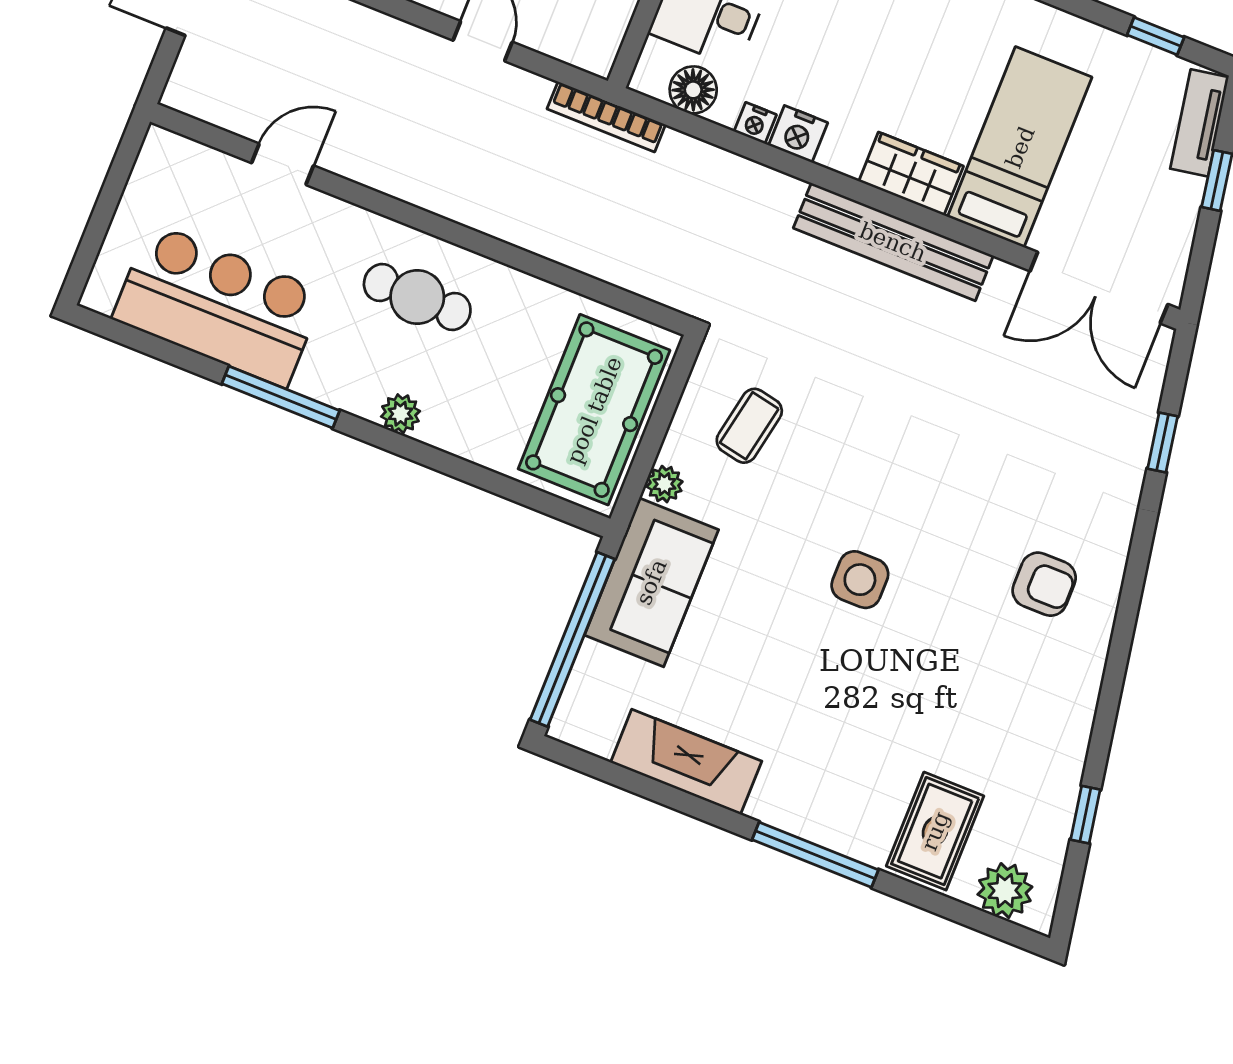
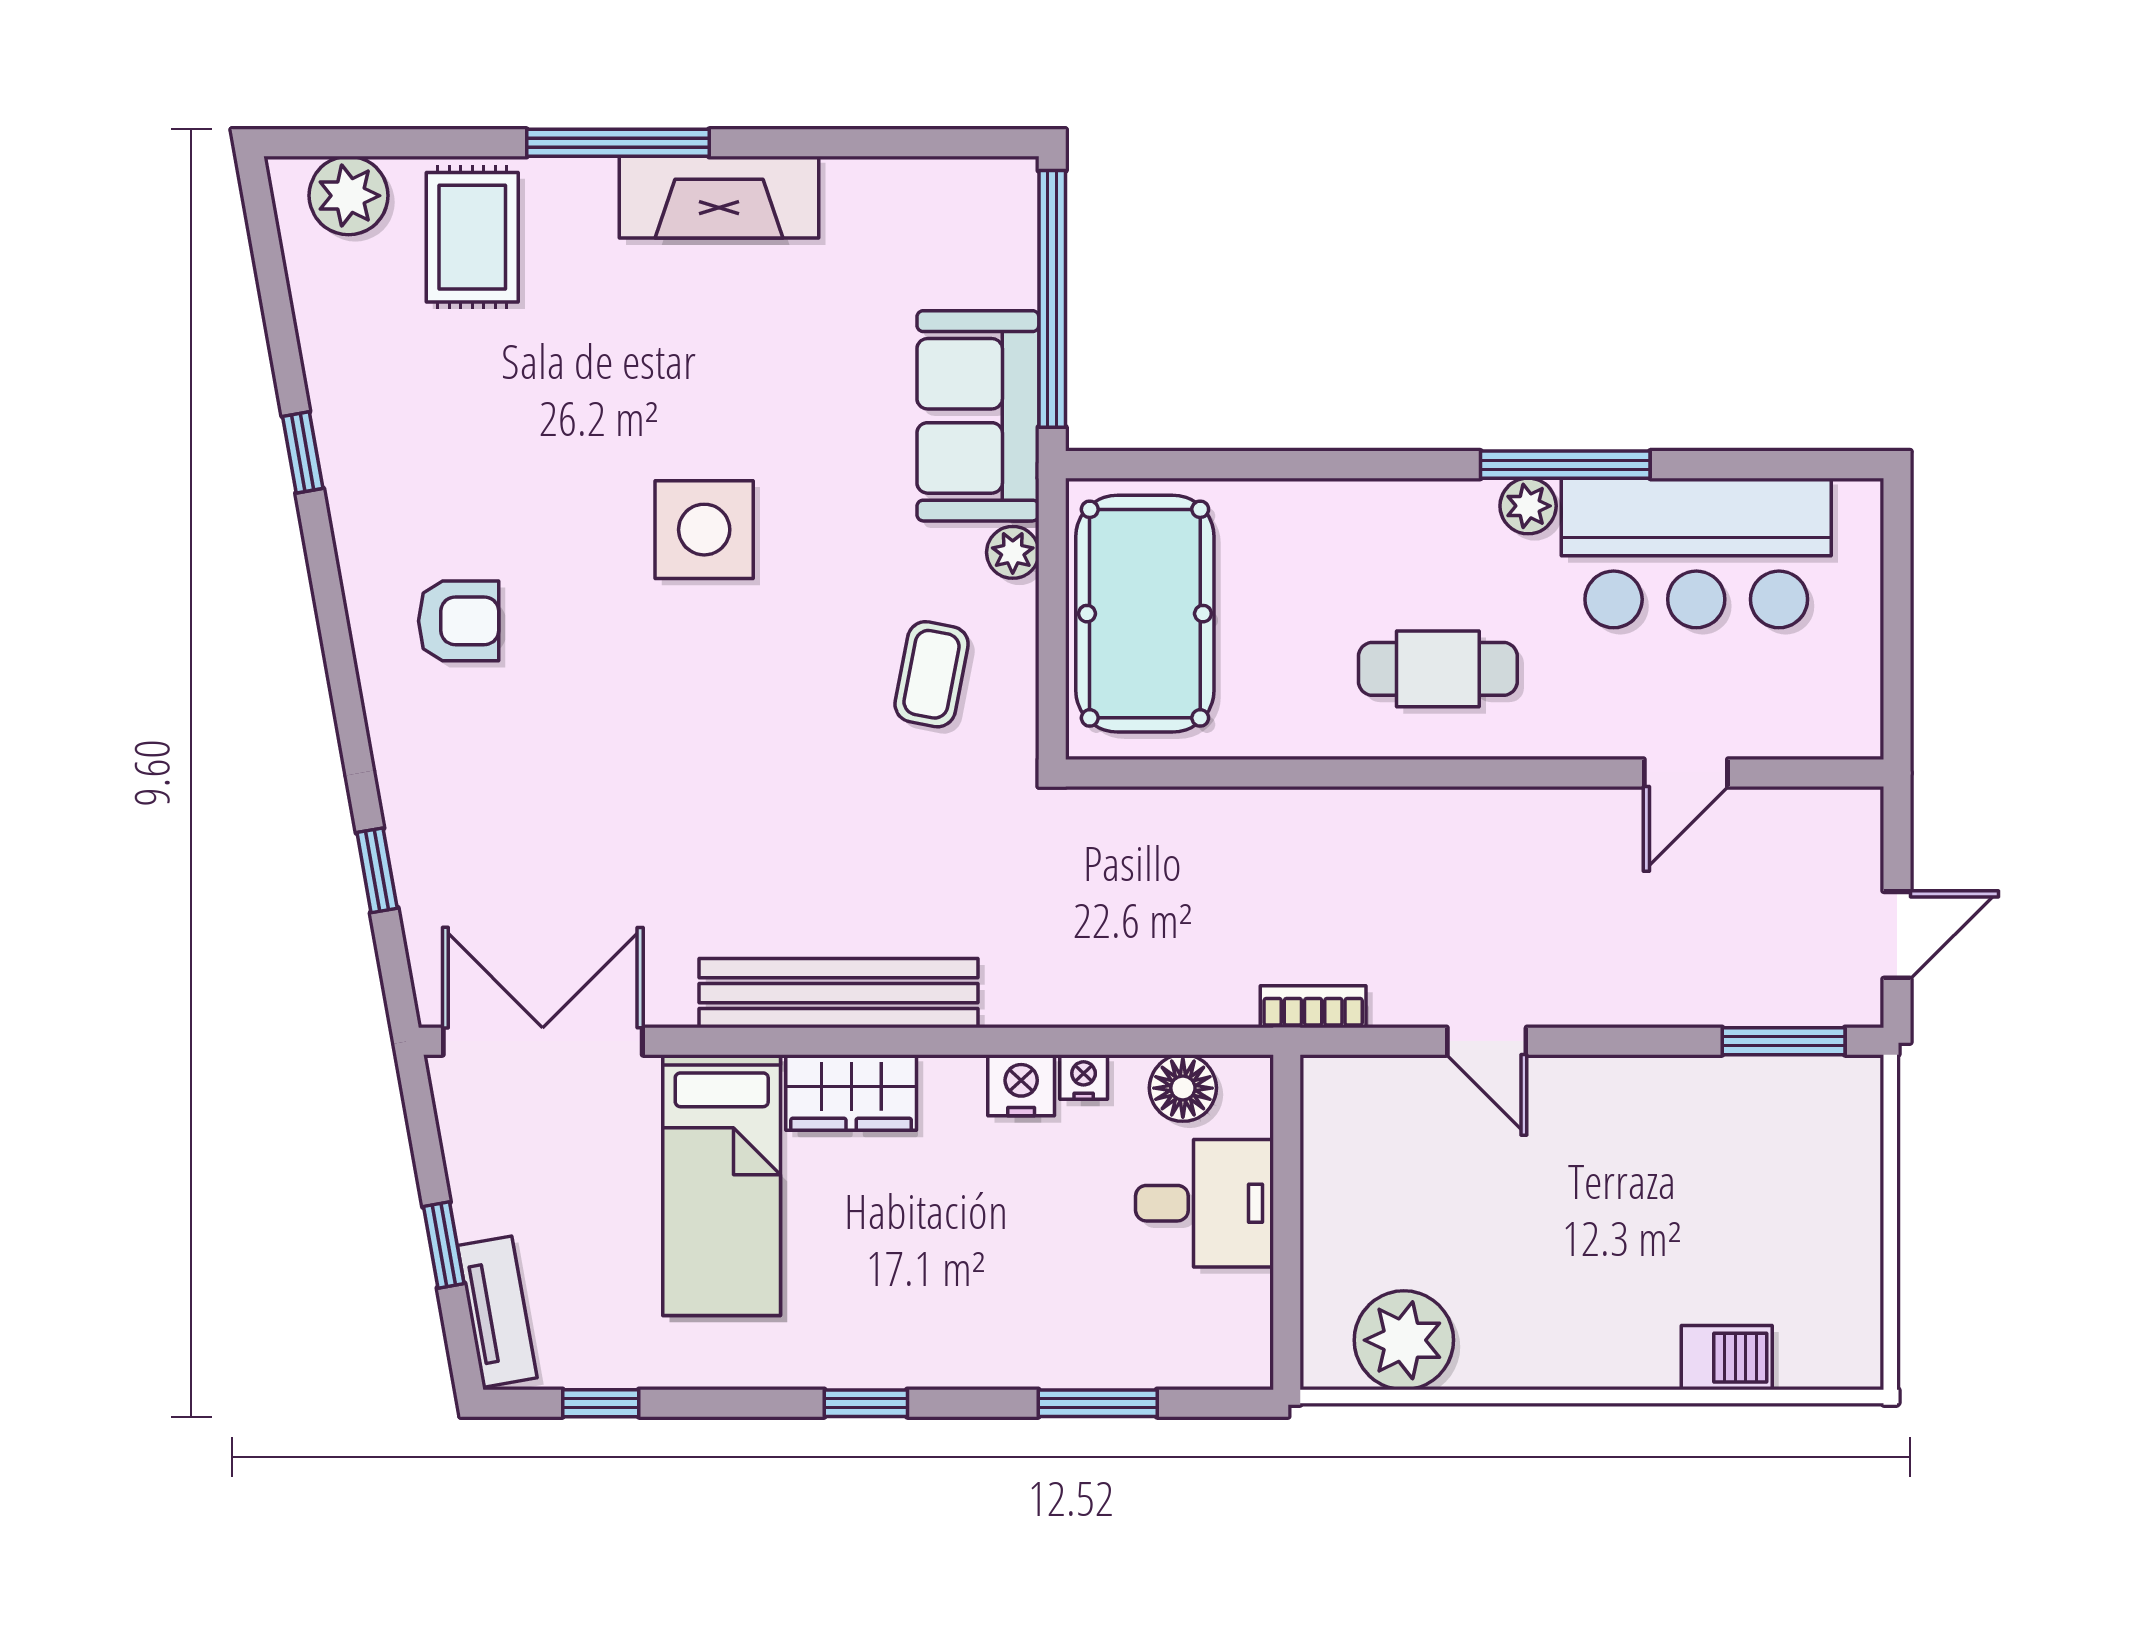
bookcase: (606, 117) -> (1313, 1007), width x0.64
plant: (400, 414) -> (1528, 506), moved
side table: (860, 580) -> (704, 530), width x1.37, depth x1.37
armchair: (1044, 584) -> (459, 621), turned 180
fireplace: (686, 762) -> (719, 197), moved
window: (1085, 815) -> (303, 452), moved

